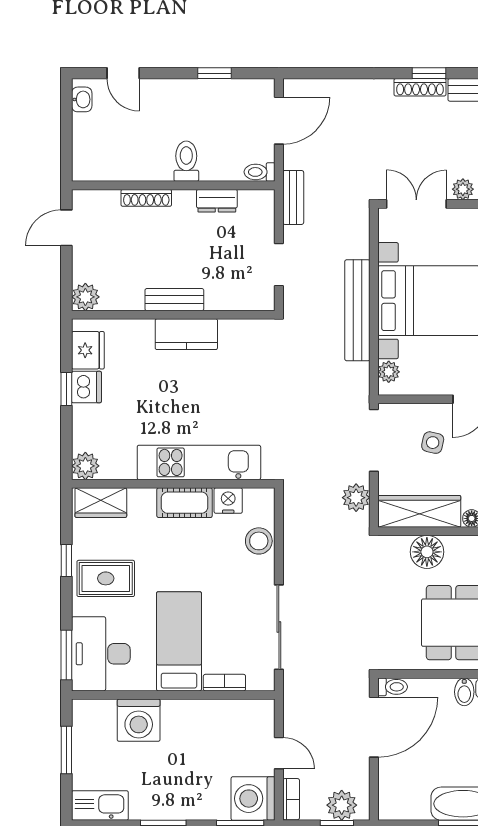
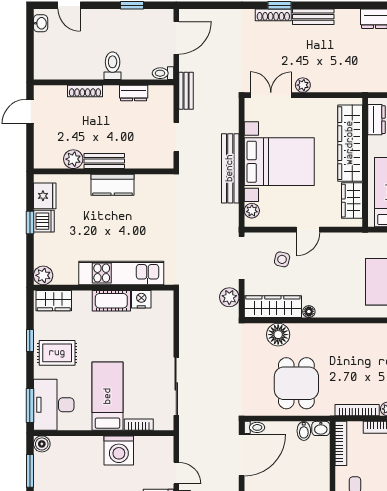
plant: (85, 297) -> (73, 159), moved
stool: (259, 541) -> (162, 327), removed
boiler: (83, 711) -> (42, 444), added
washing machine: (139, 720) -> (119, 450), moved

